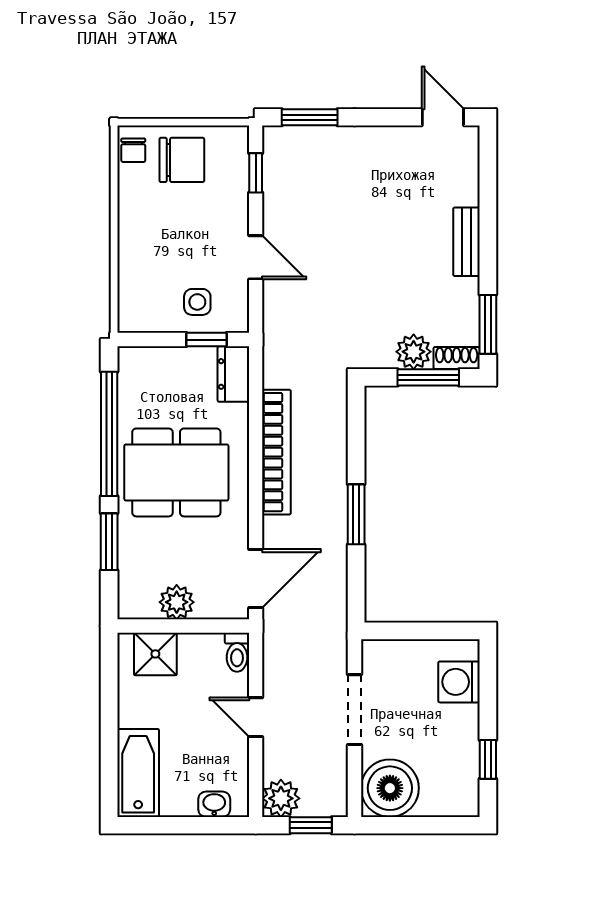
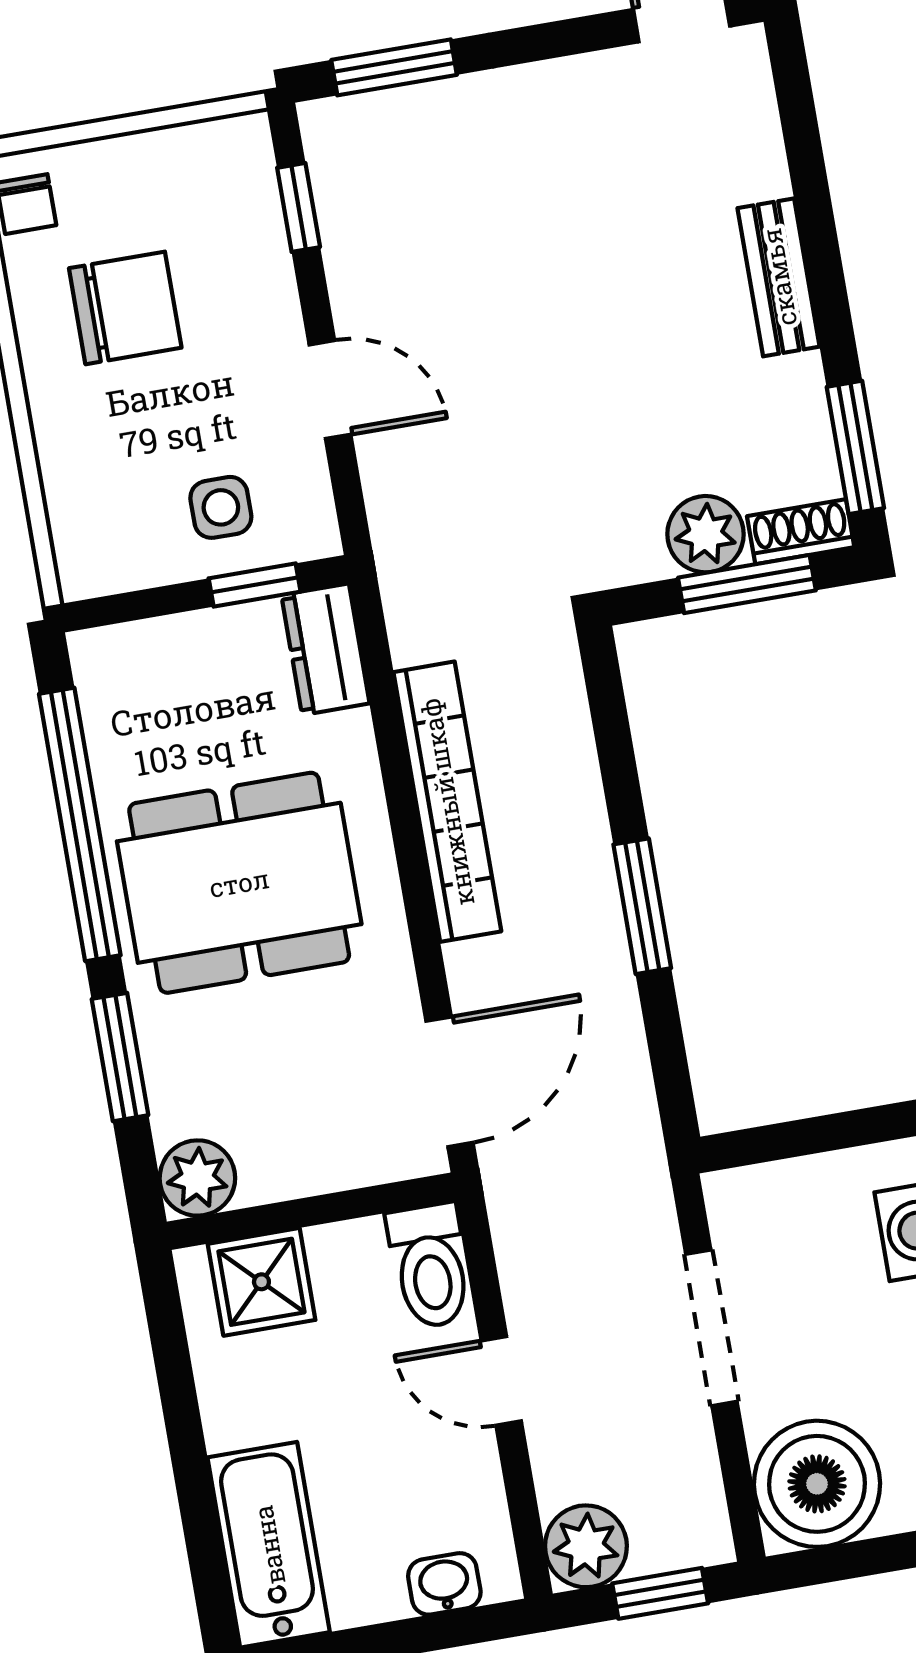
chair: (182, 160) -> (125, 308), moved
plant: (177, 602) -> (197, 1178), moved
toilet: (237, 652) -> (430, 1266), width x1.37, depth x1.39

